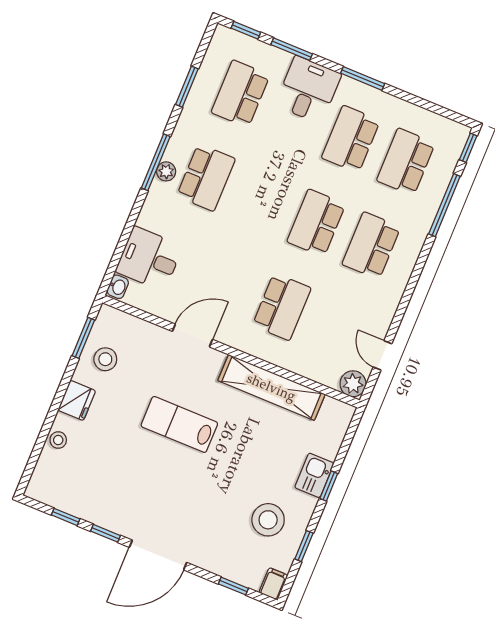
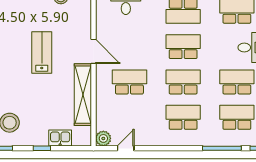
school desk: (261, 200) -> (183, 47), added
school desk: (282, 307) -> (129, 82), turned 180
door: (192, 335) -> (94, 51), moved
kitchen sink: (314, 475) -> (60, 138), moved

